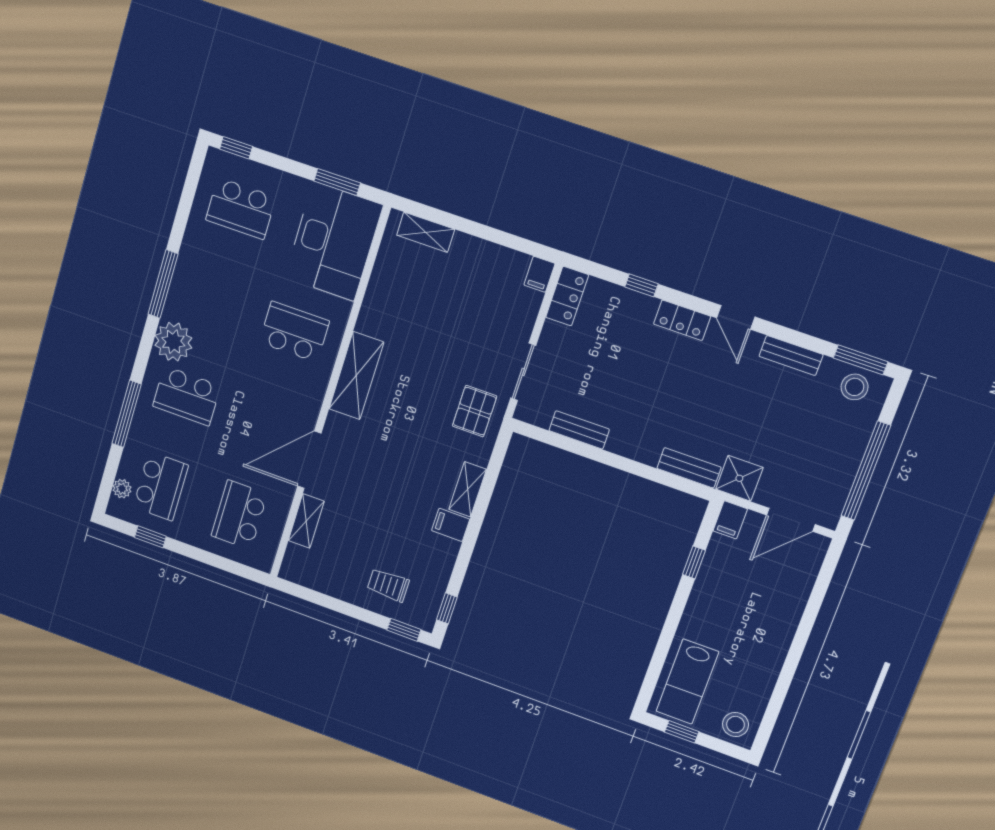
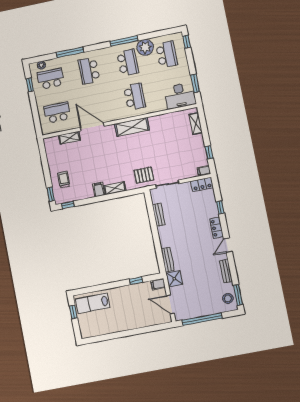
school desk: (241, 208) -> (167, 55), turned 180
window: (506, 239) -> (209, 152), added
desk: (334, 241) -> (180, 96), width x0.73, depth x0.77
school desk: (213, 303) -> (128, 63), added
plant: (173, 342) -> (145, 47), moved
school desk: (161, 486) -> (51, 79), turned 180
stool: (735, 724) -> (87, 329), removed

